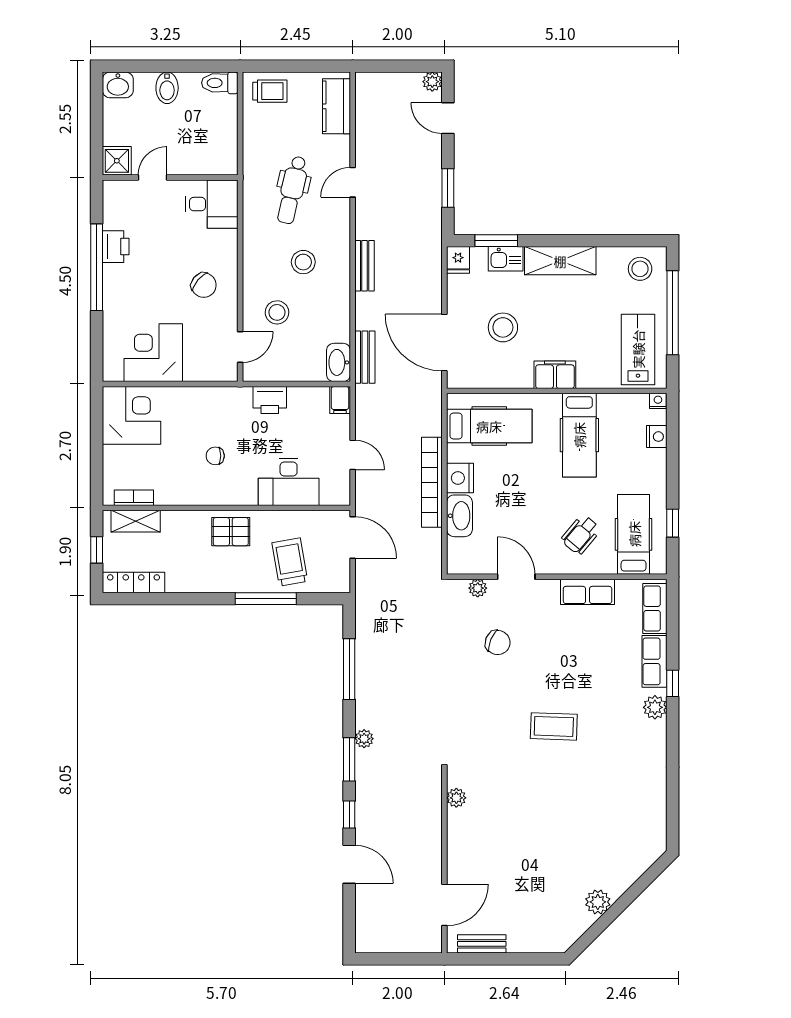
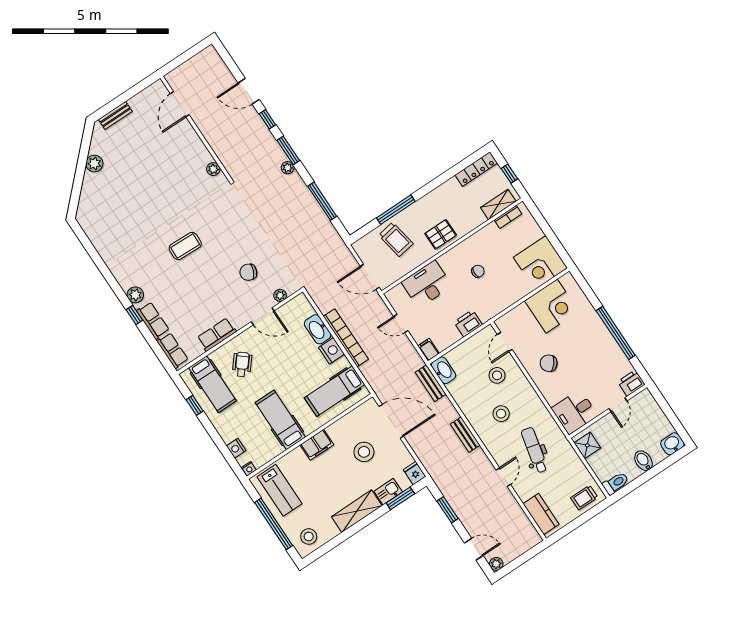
shower: (117, 161) -> (587, 445), moved
printer: (116, 247) -> (631, 383), moved, turned 90
bench: (482, 944) -> (115, 115), moved

